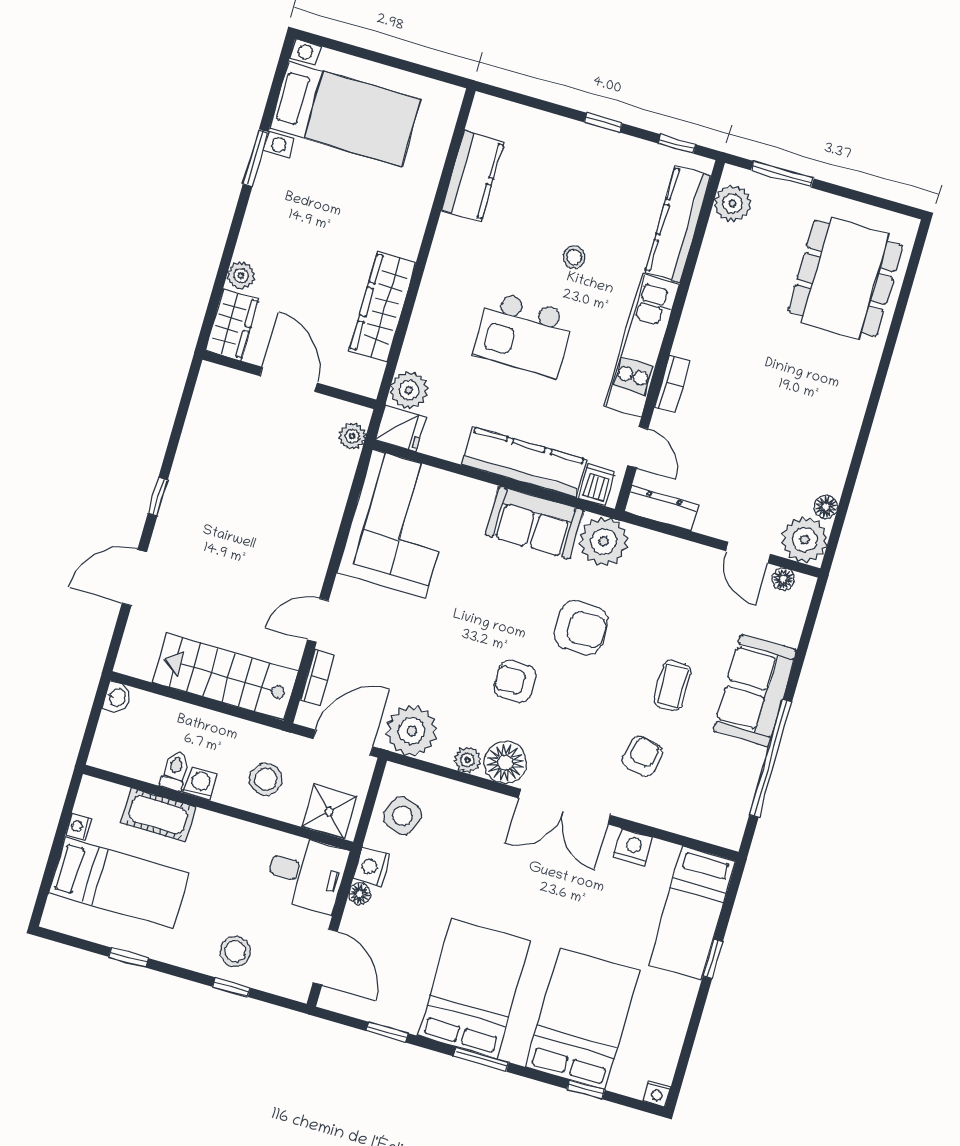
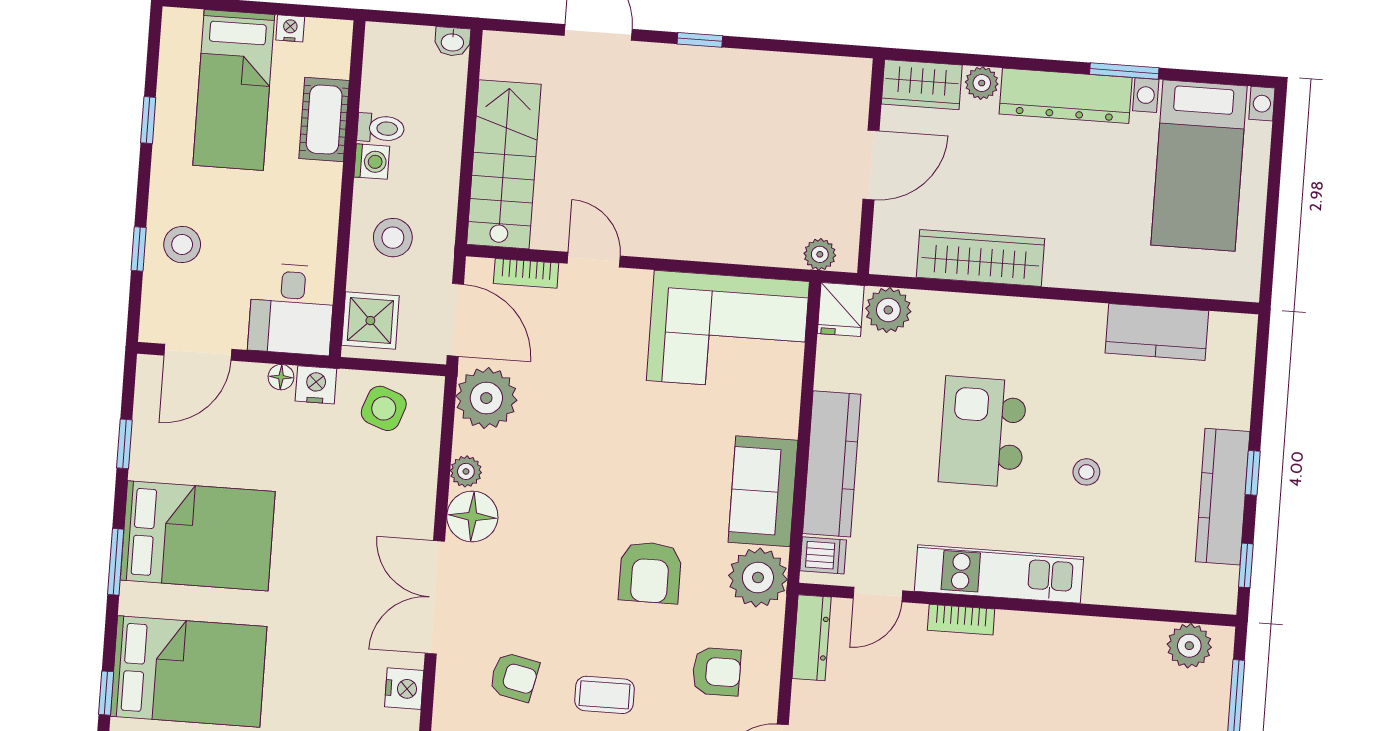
dresser: (266, 210) -> (1066, 96), added
kitchen counter: (678, 224) -> (1223, 497), moved, turned -90
armchair: (515, 681) -> (717, 672), moved, turned 90

